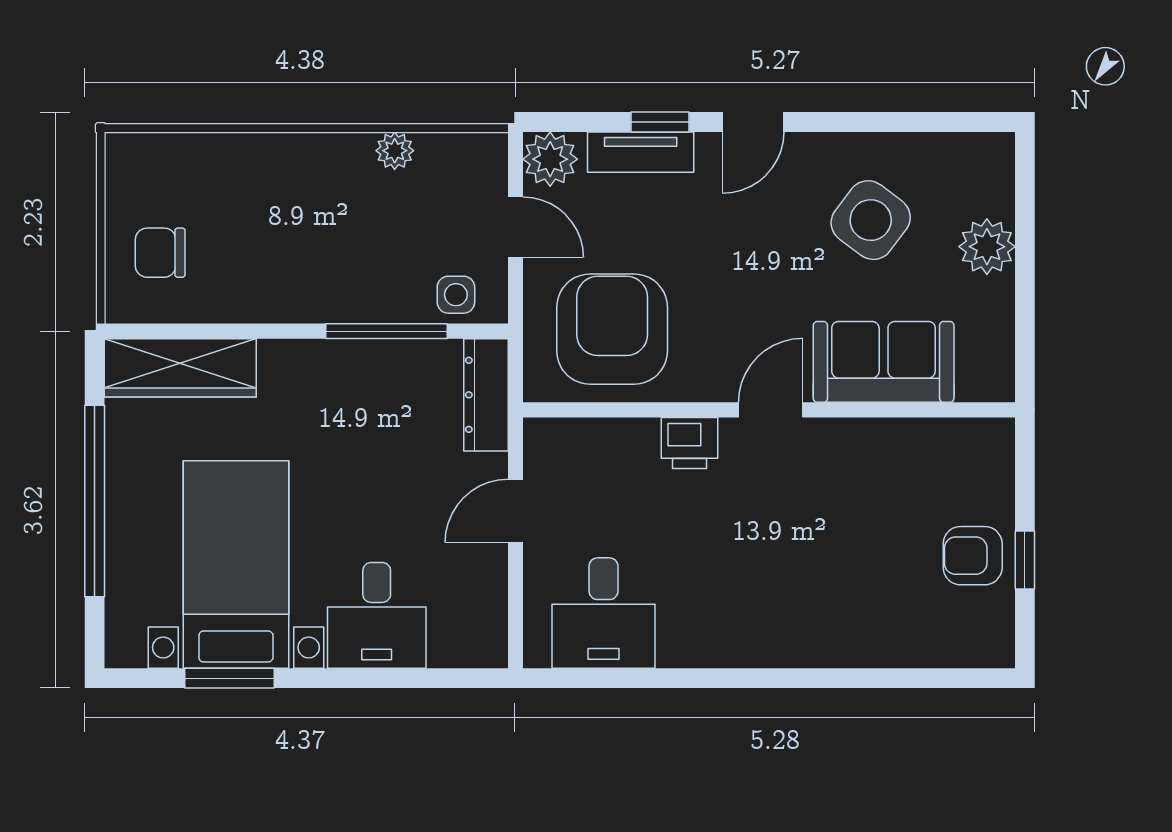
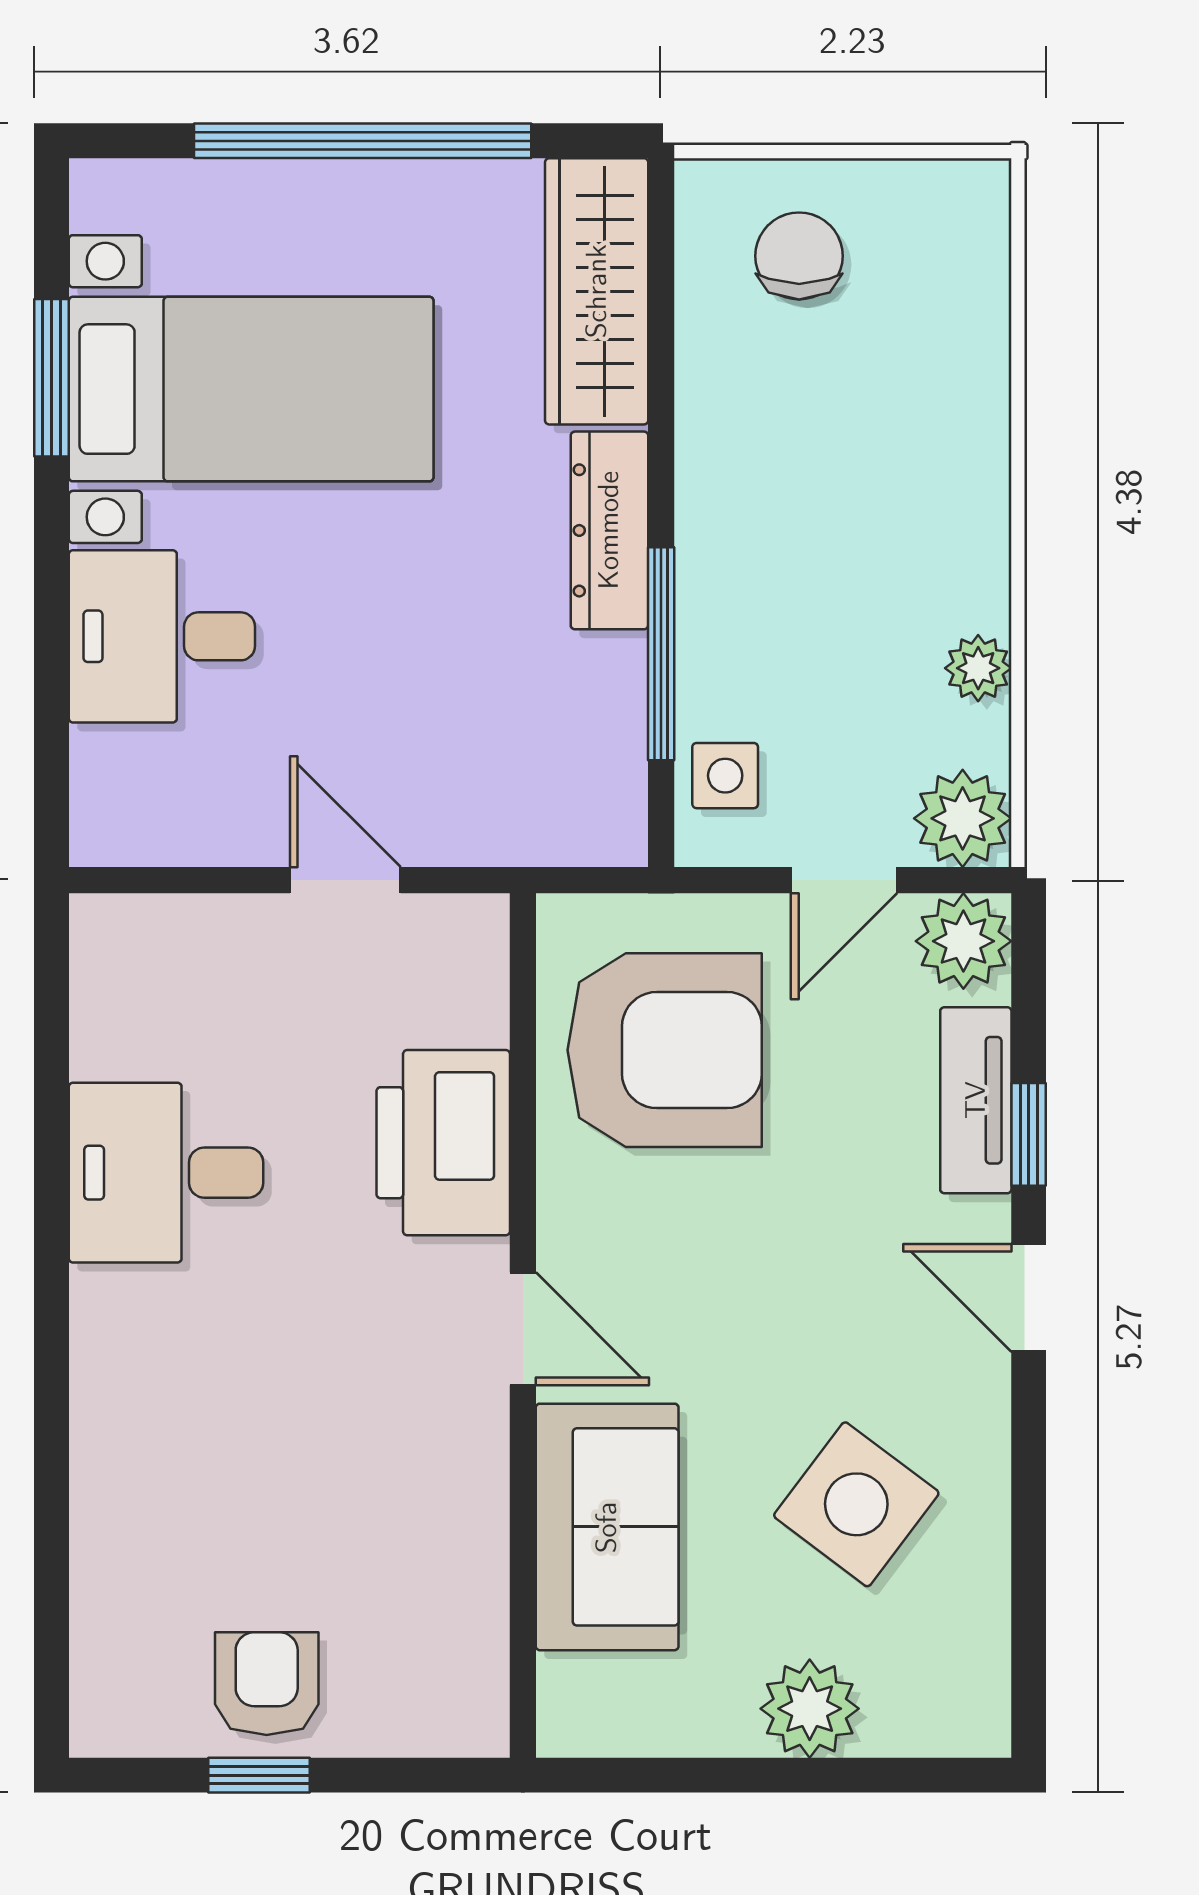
plant: (480, 160) -> (963, 818), added
dresser: (486, 395) -> (609, 530), moved, turned -90
printer: (689, 443) -> (443, 1143), width x1.87, depth x1.48
desk: (604, 613) -> (166, 1173), moved

